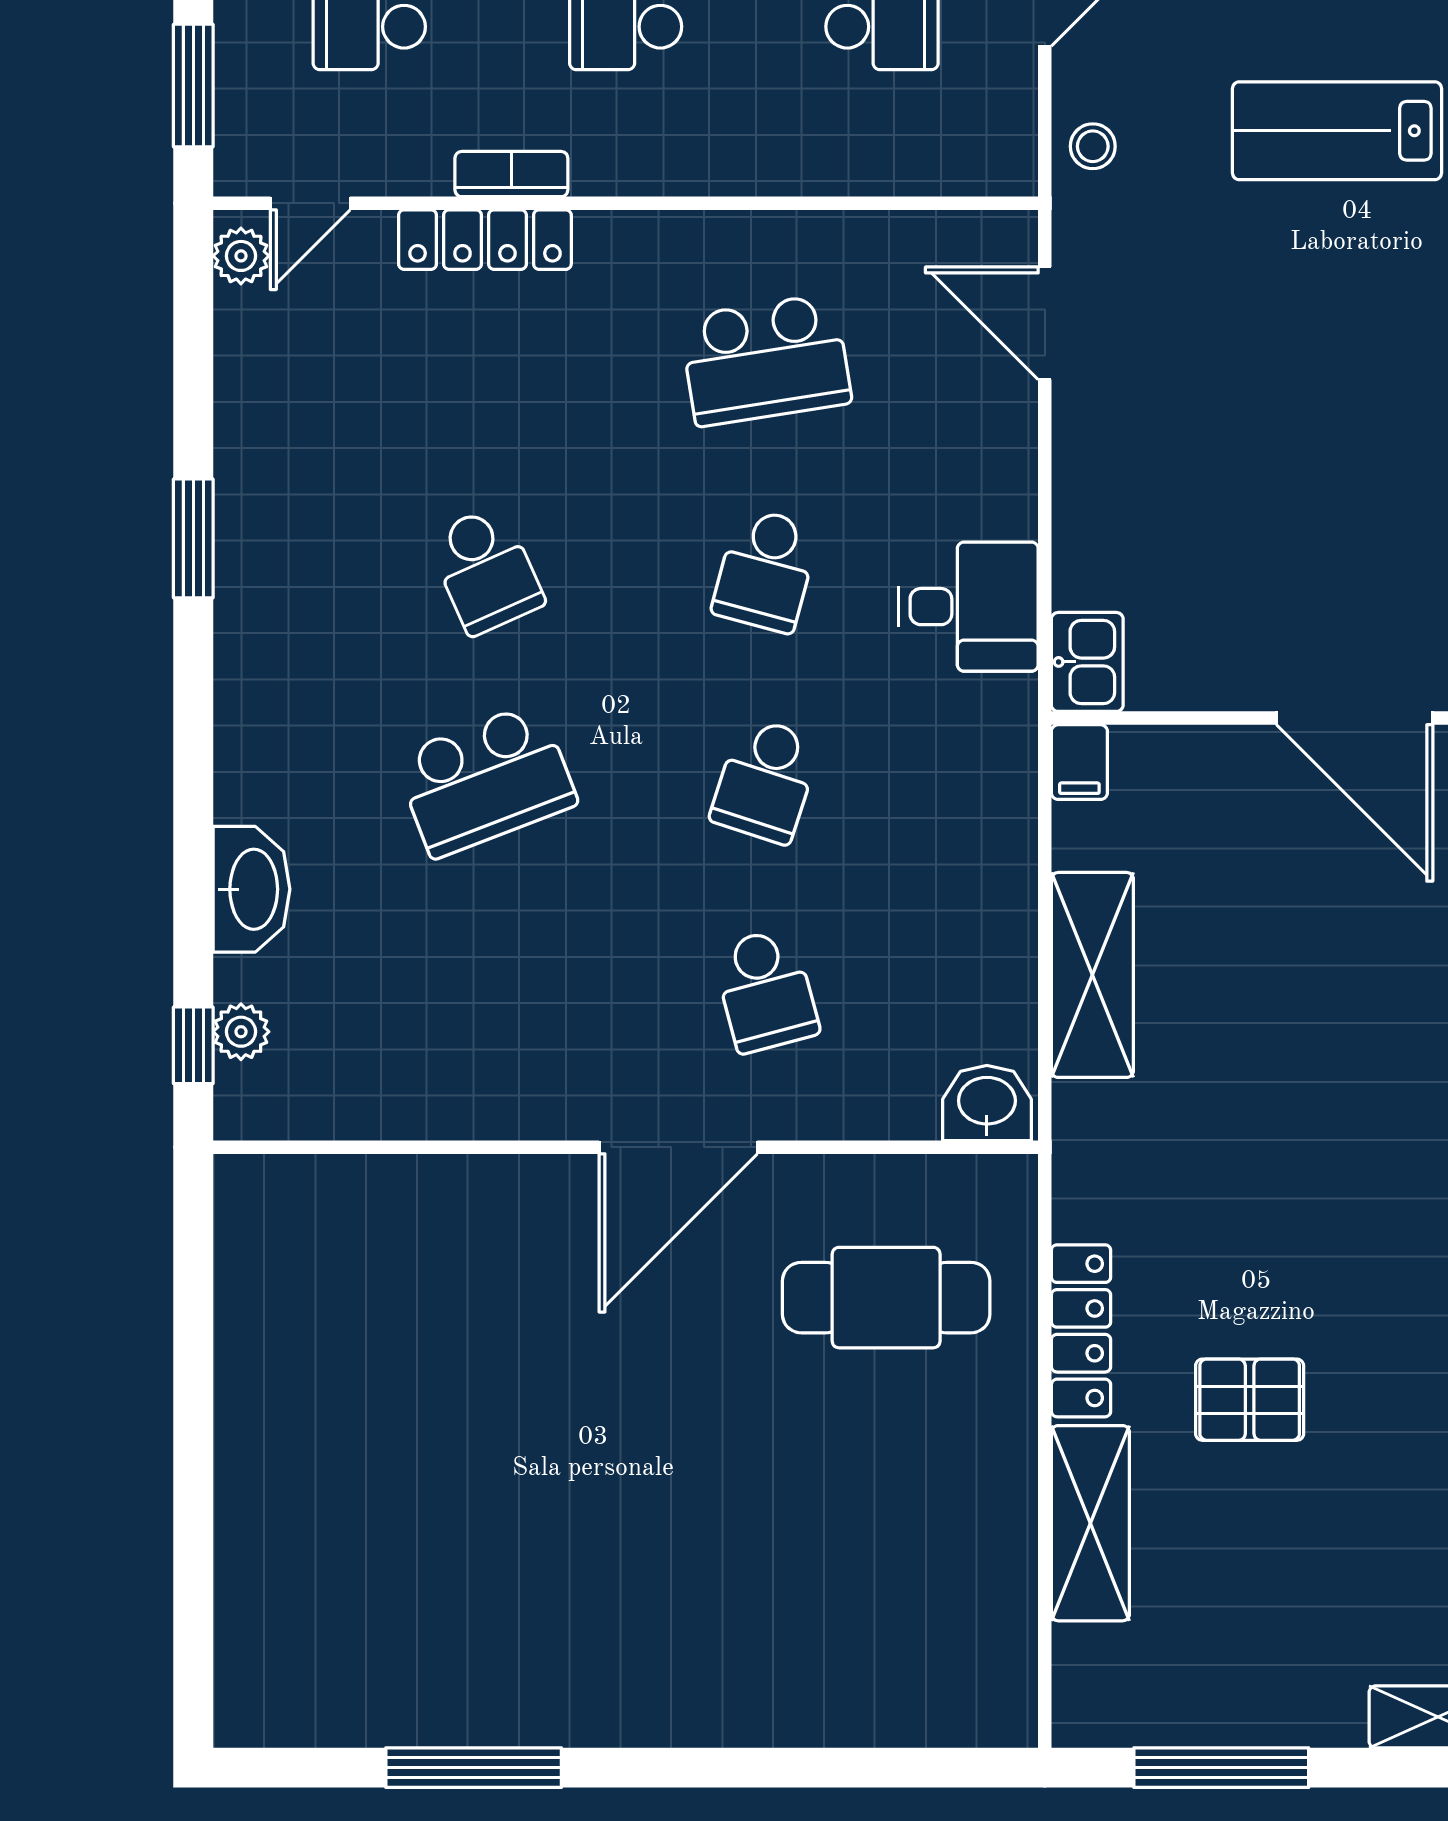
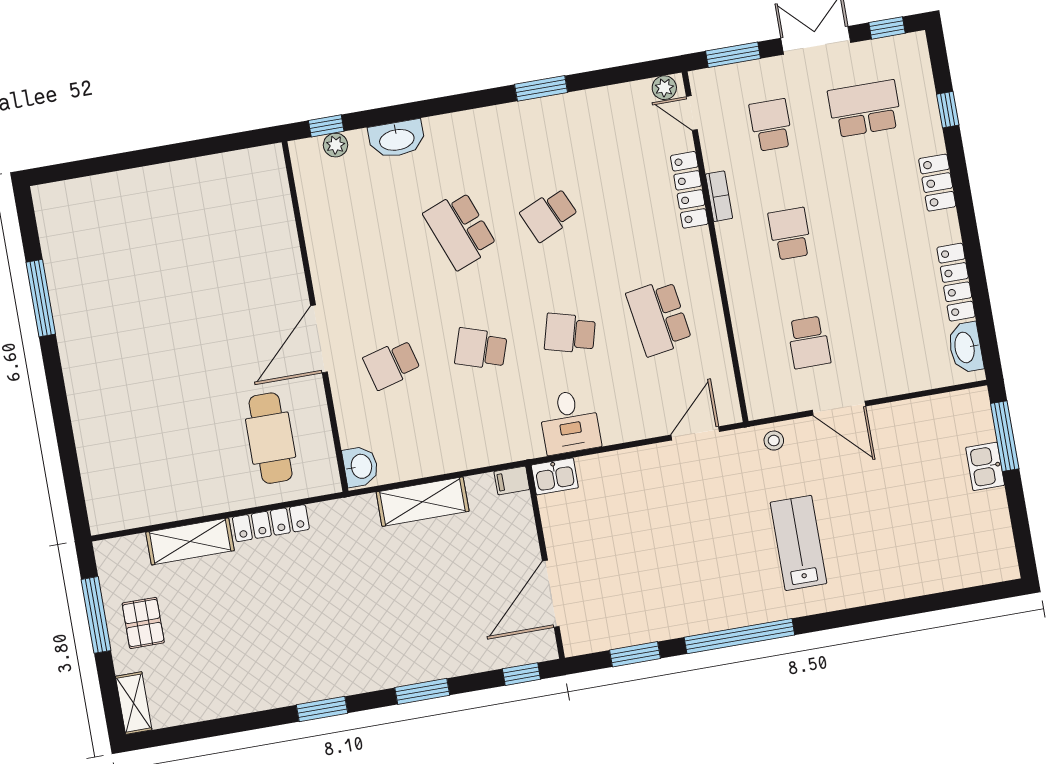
door: (678, 1147) -> (319, 339), hinge flipped
pallet: (1250, 1400) -> (143, 623), moved

